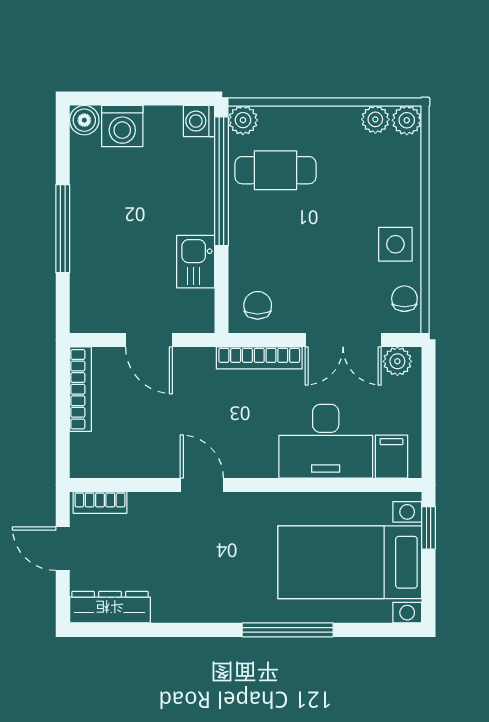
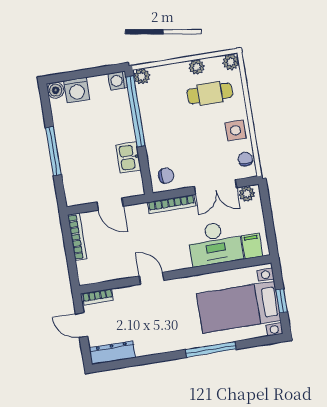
plant: (375, 119) -> (197, 67), moved
cafe table: (276, 170) -> (210, 93), moved
chair: (258, 305) -> (166, 176), turned 90
window: (428, 528) -> (282, 301), moved

